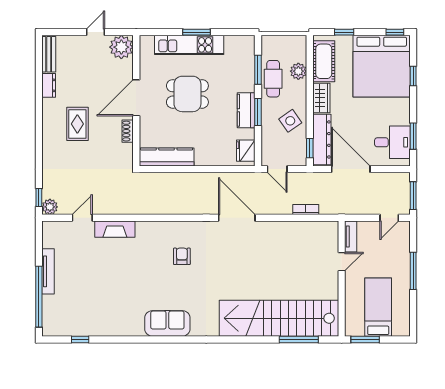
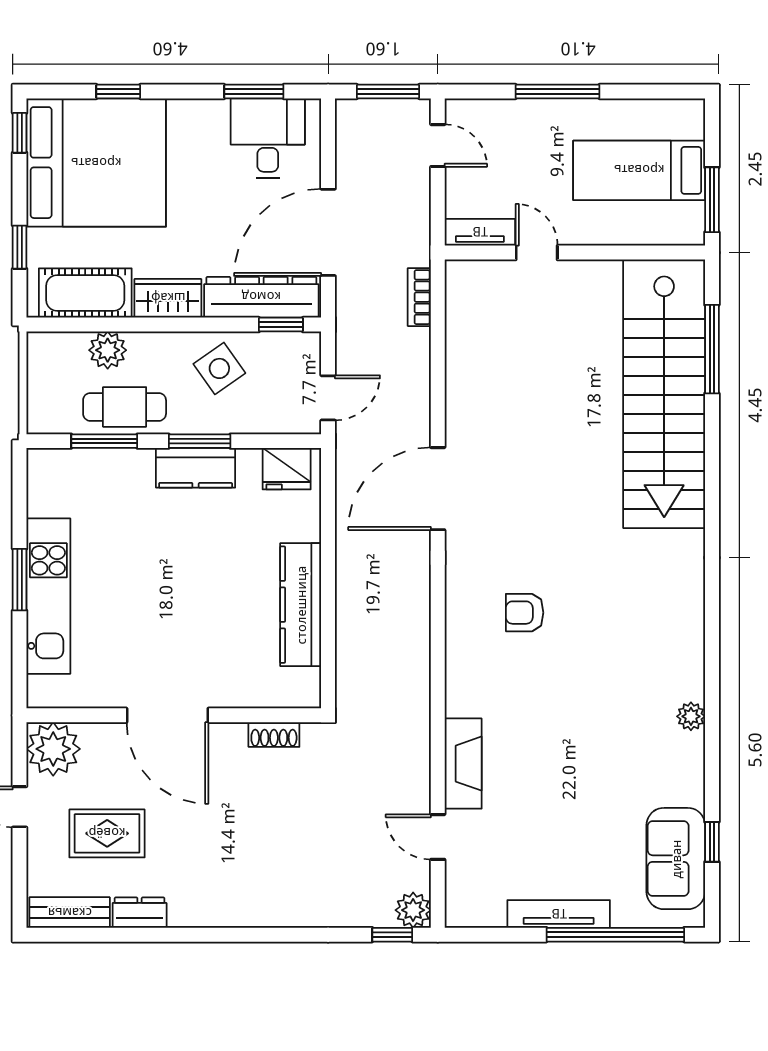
dining table: (187, 94) -> (159, 600), removed
rug: (77, 124) -> (107, 833), moved
shoe rack: (128, 131) -> (274, 735), moved
kitchen counter: (167, 157) -> (301, 605), moved
bookcase: (306, 210) -> (419, 297), moved
sofa: (167, 323) -> (676, 859), moved
plant: (136, 330) -> (691, 716), added

